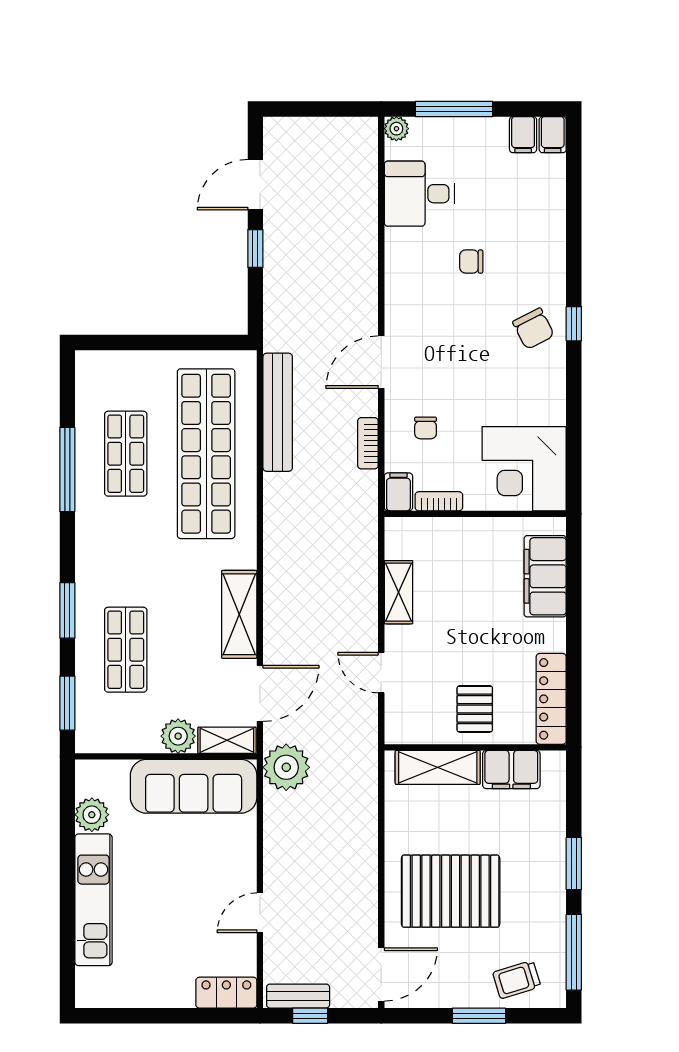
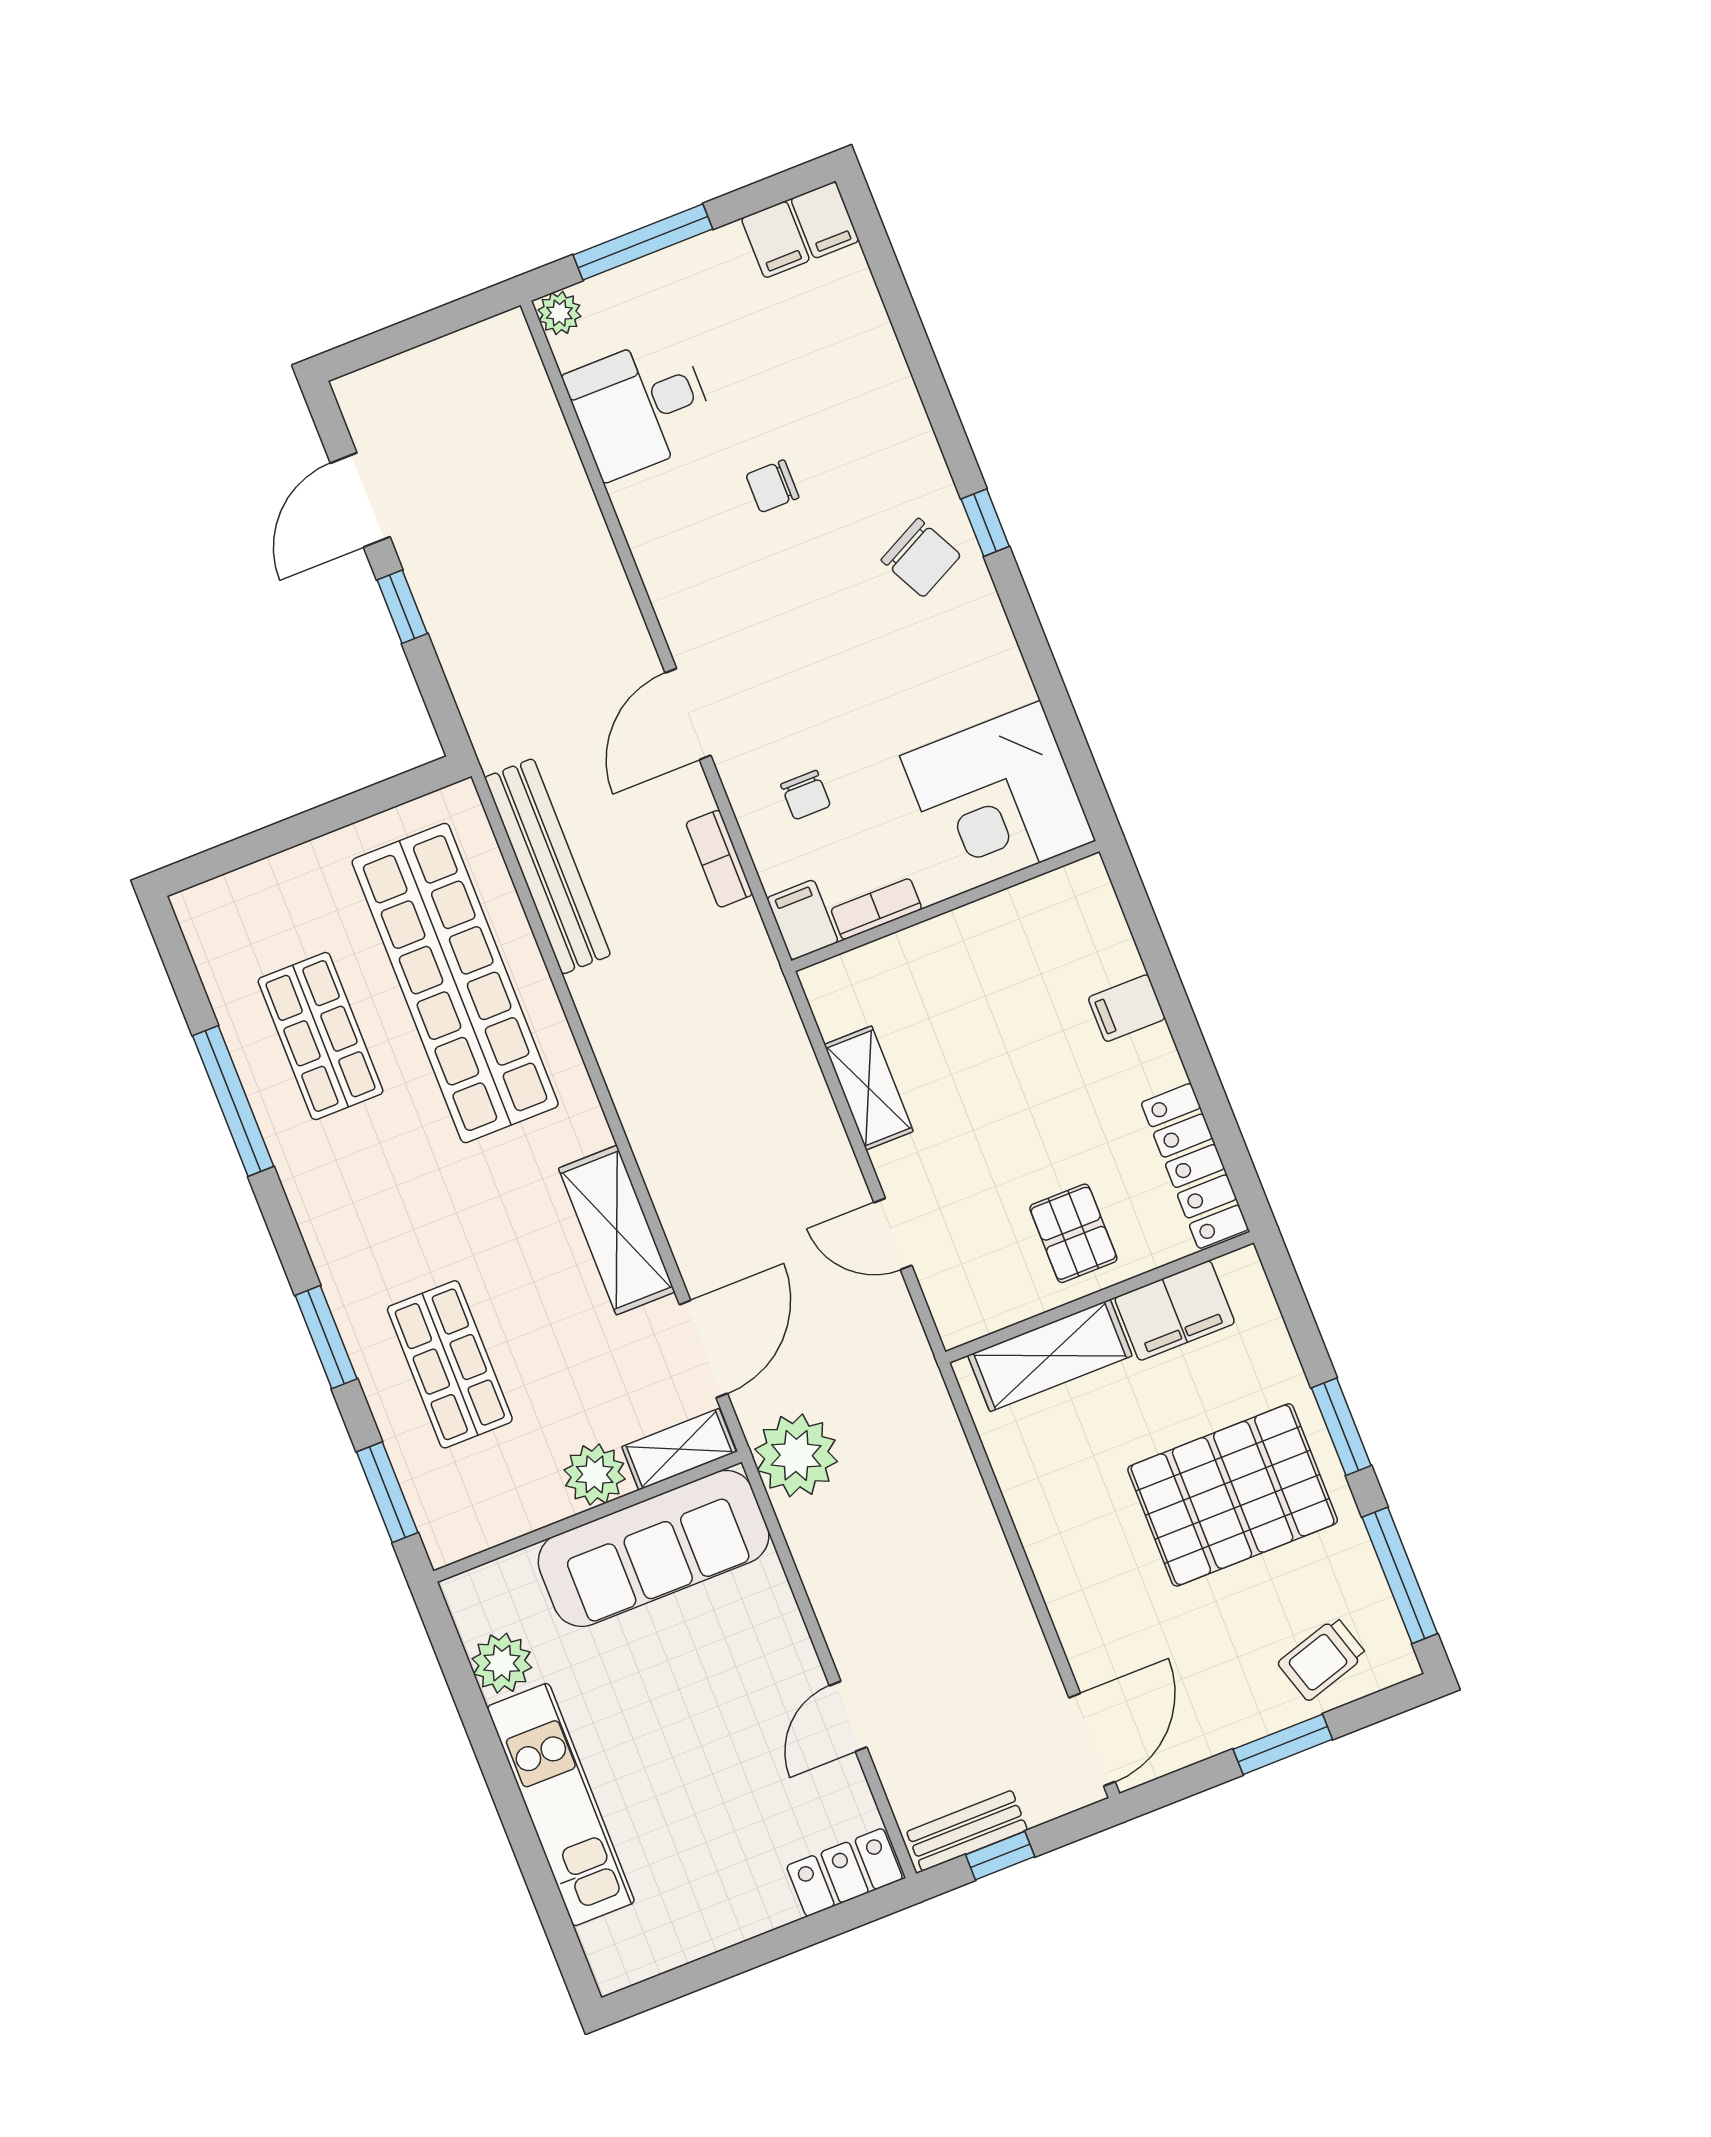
filing cabinet: (545, 576) -> (1127, 1008), width x0.33, depth x0.86
pallet: (451, 891) -> (1233, 1495), moved

